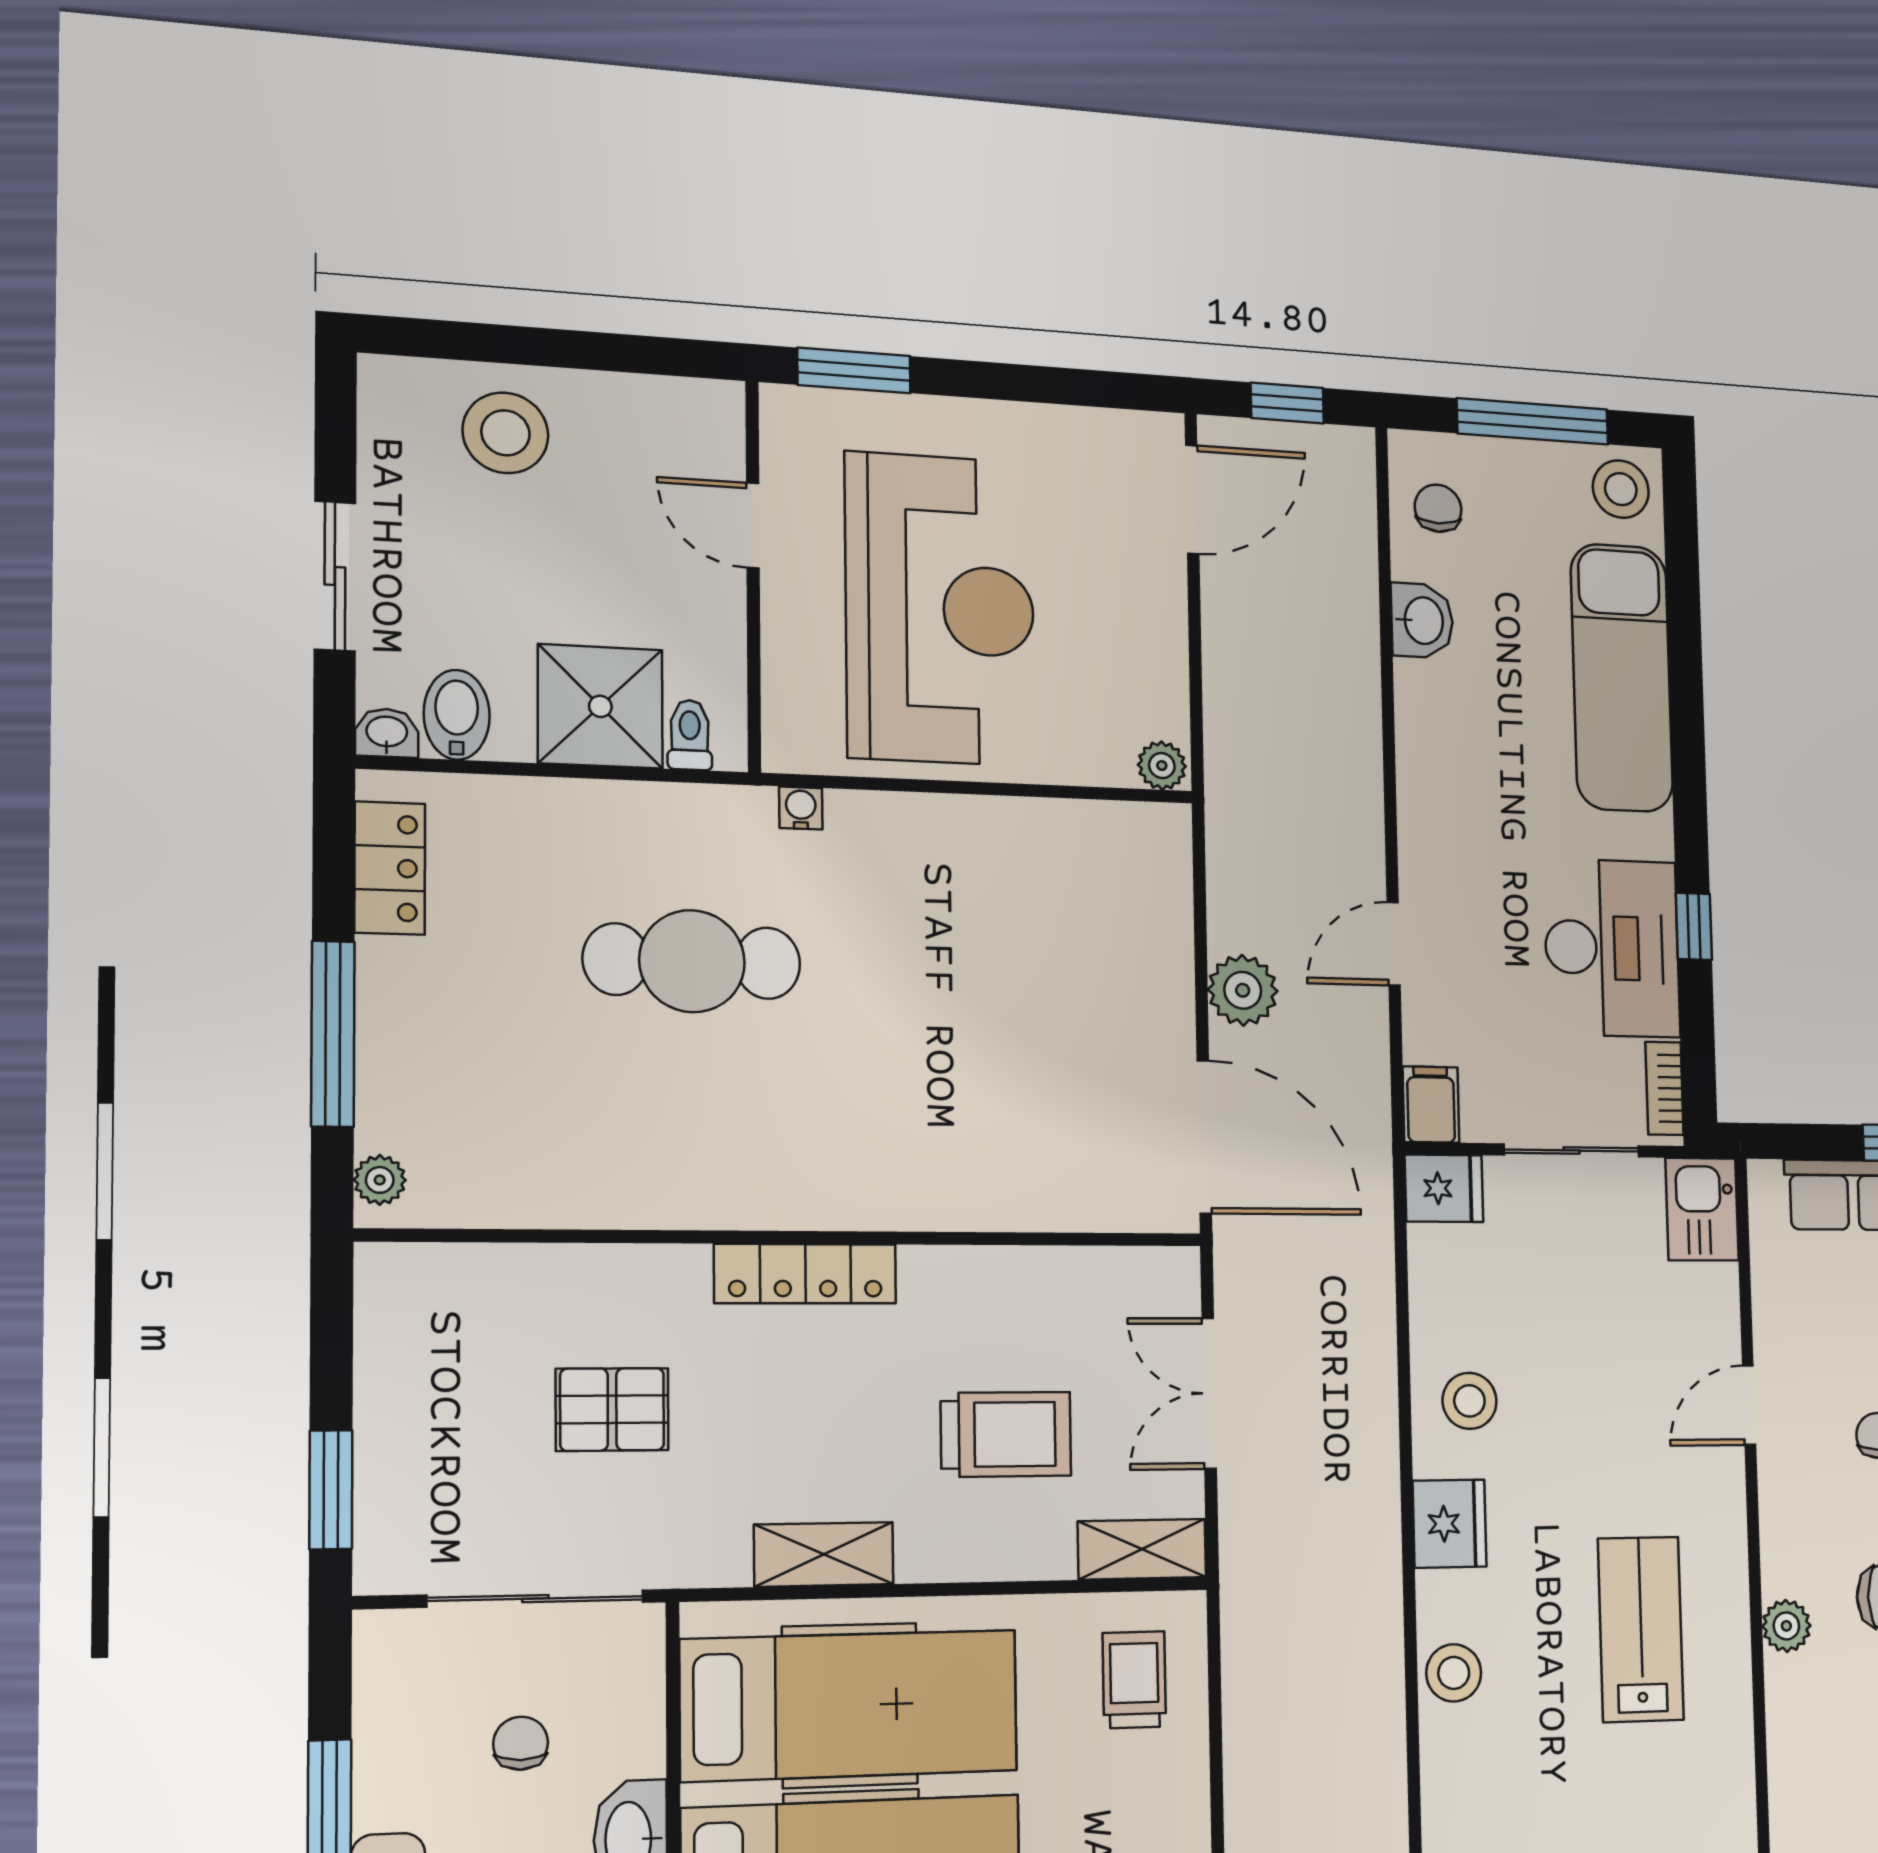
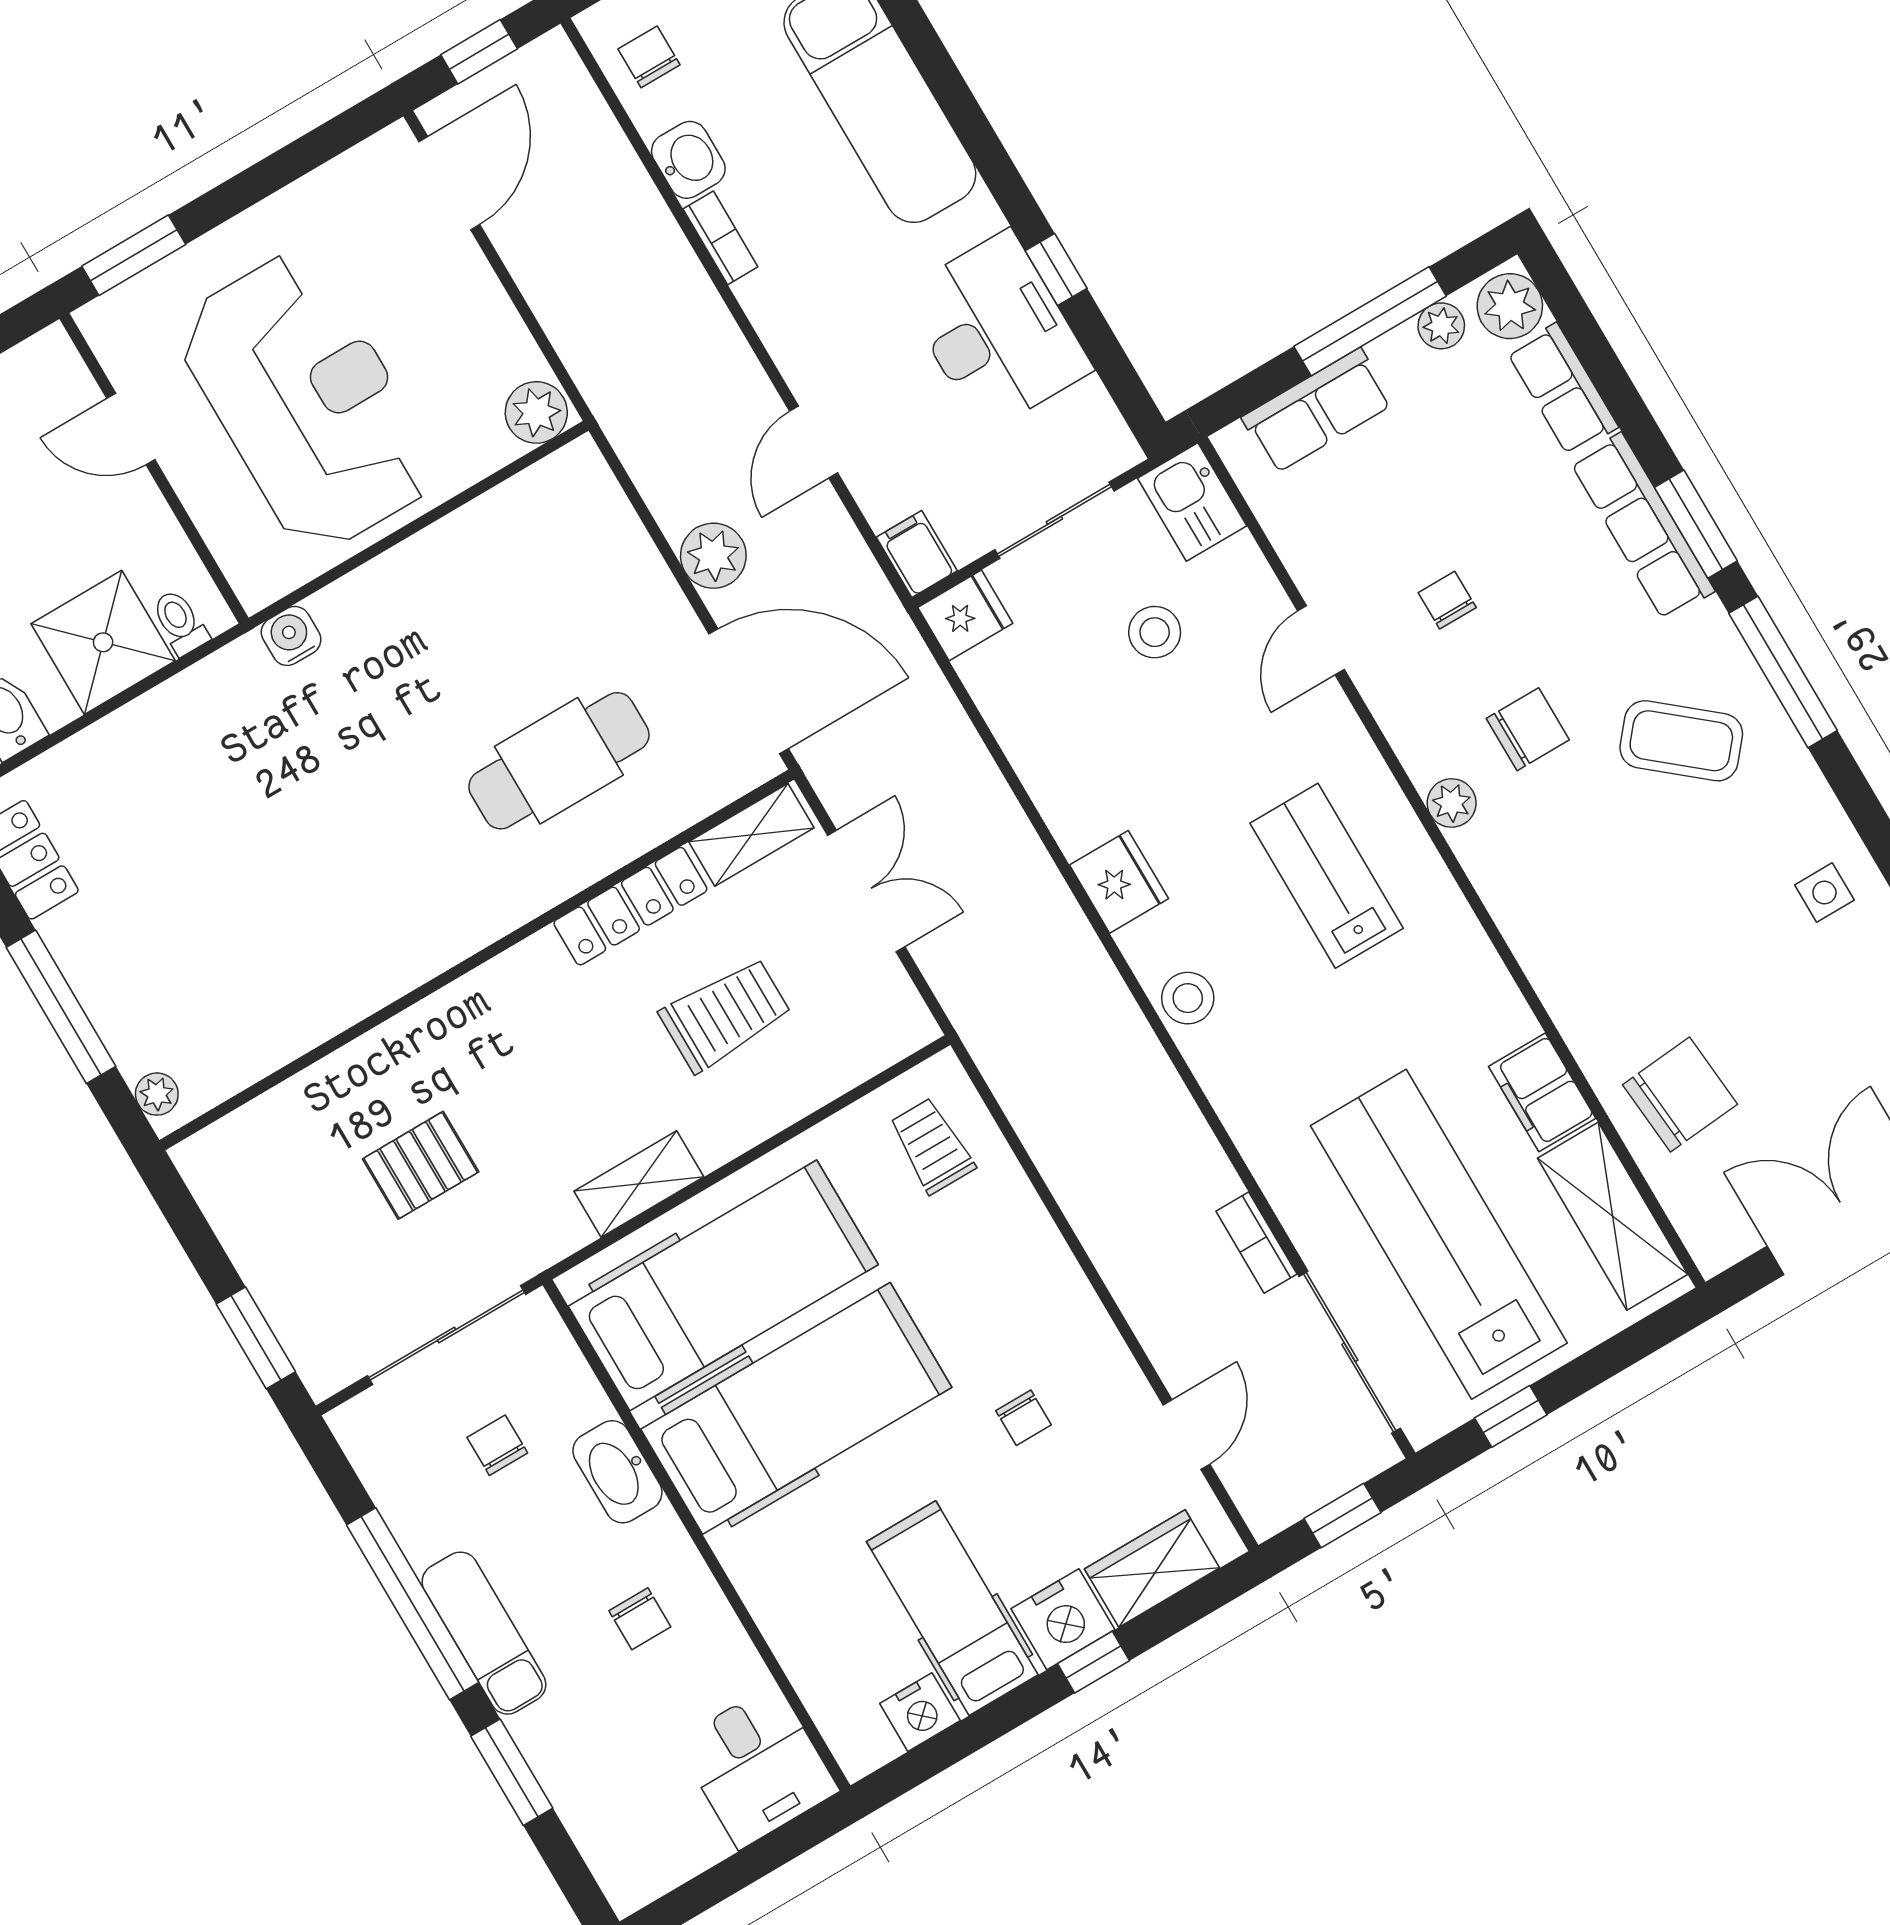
plant: (1162, 766) -> (536, 412), width x1.38, depth x1.38
water cooler: (801, 808) -> (291, 636), width x1.38, depth x1.38
cafe table: (692, 961) -> (559, 761), moved
bookcase: (1664, 1088) -> (720, 238), moved, turned 180
locker: (805, 1274) -> (630, 906), moved
double door: (1209, 1393) -> (866, 891), swing flipped
stool: (1469, 1401) -> (1155, 632), moved
shelving: (1142, 1549) -> (751, 835), moved

